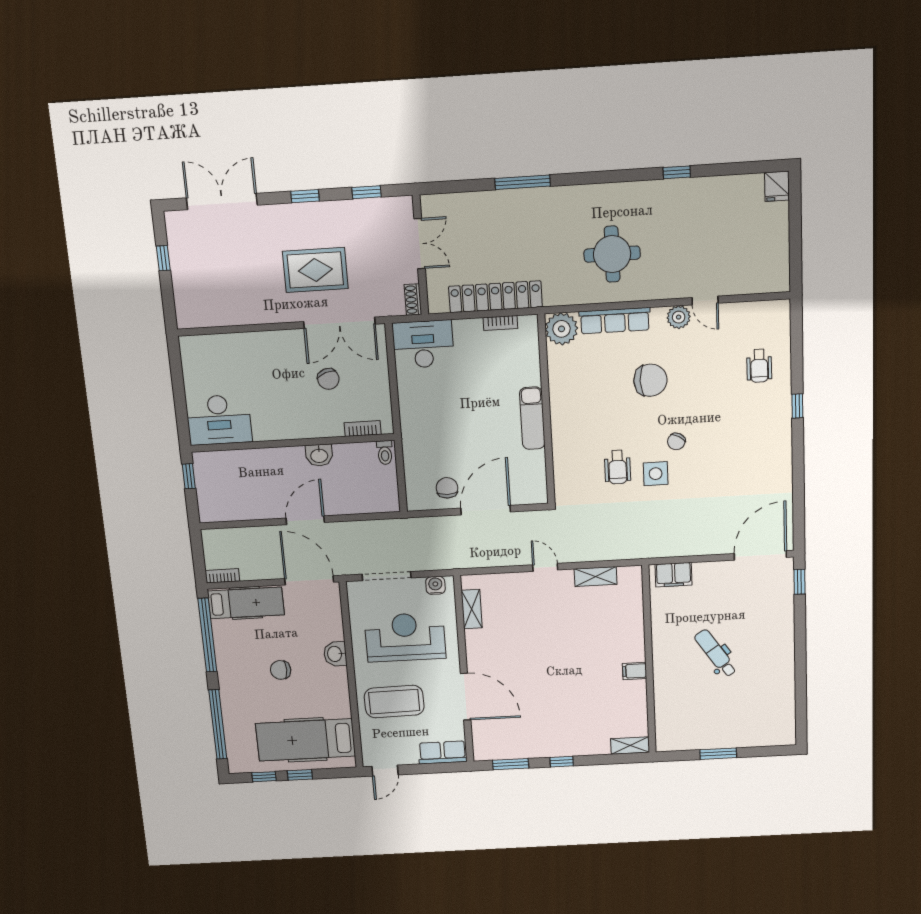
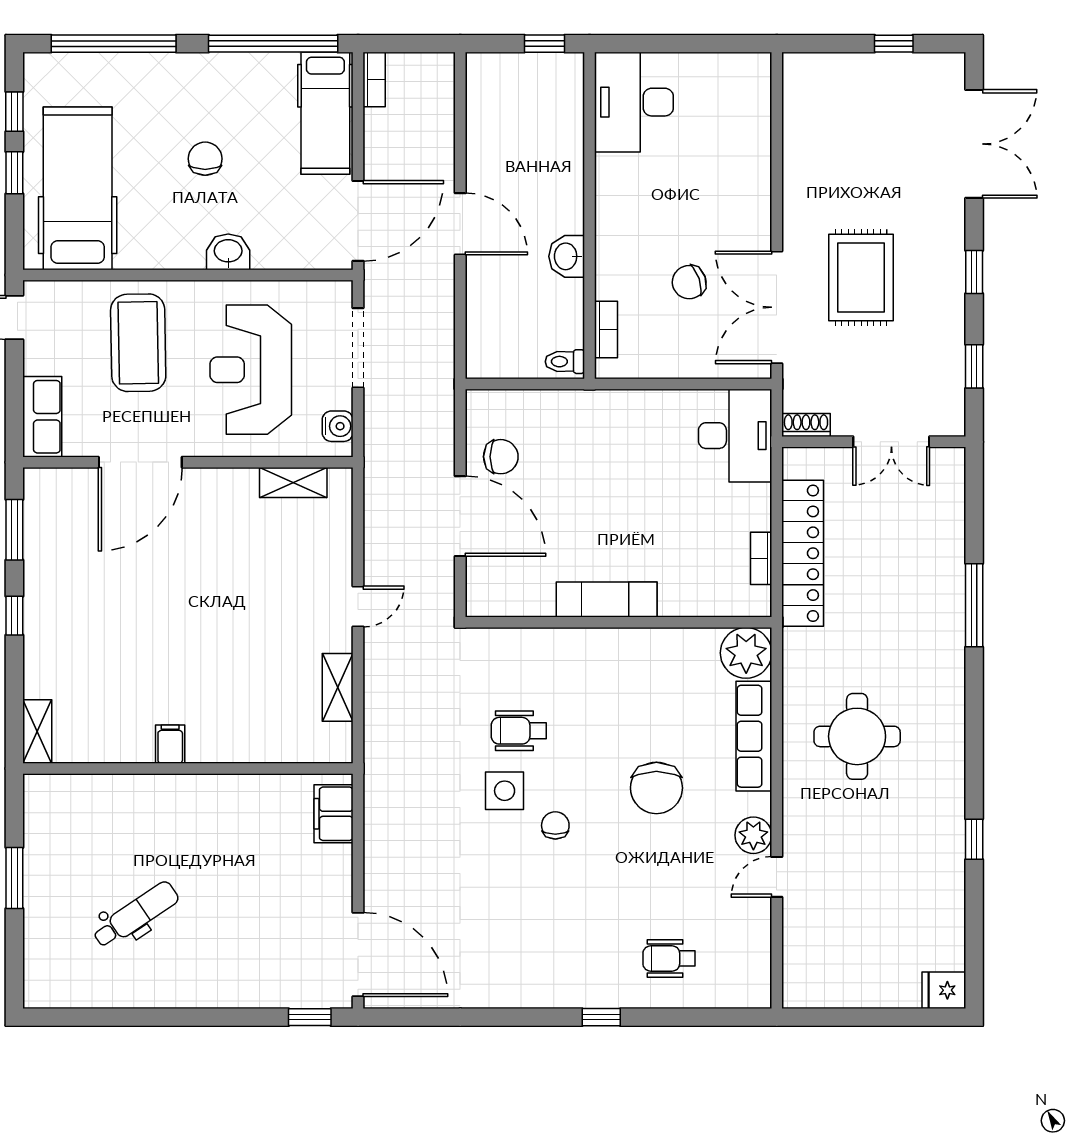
chair: (676, 441) -> (555, 825), turned 60
reception desk: (405, 637) -> (251, 370), turned 180
dental chair: (716, 653) -> (136, 915), moved

